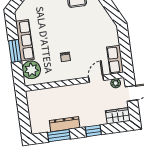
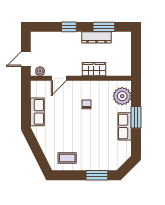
row of seats: (25, 40) -> (125, 126), width x0.68
row of seats: (115, 60) -> (37, 112), moved
wardrobe: (118, 116) -> (94, 69), moved, turned 180

